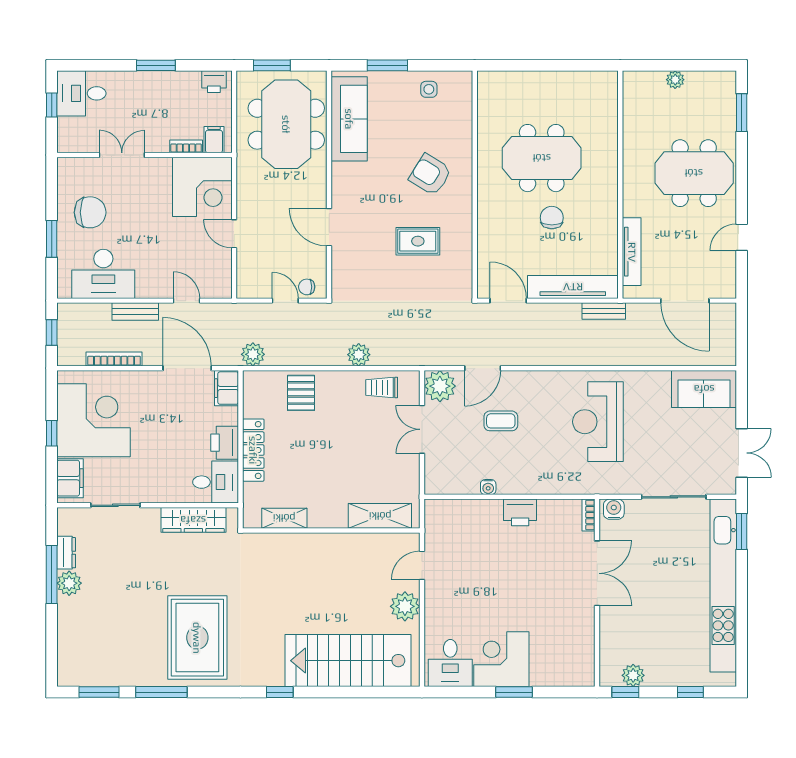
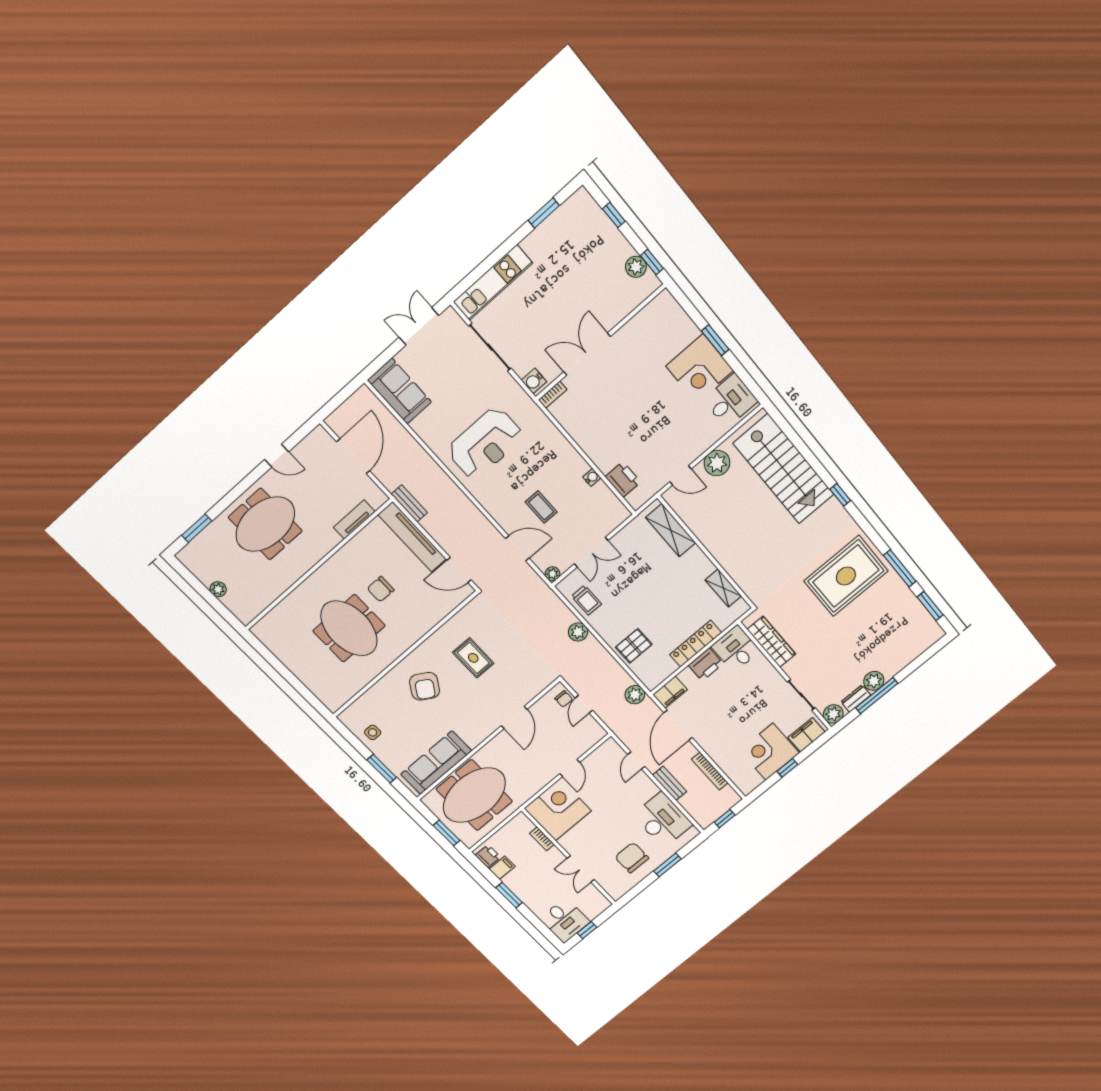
filing cabinet: (214, 140) -> (502, 868), moved, turned 180
meeting table: (694, 173) -> (265, 524), turned 90
tv unit: (632, 252) -> (354, 520), width x0.71
door: (508, 301) -> (459, 570), hinge flipped
plant: (440, 386) -> (552, 574), width x0.53, depth x0.53
corner desk: (94, 420) -> (769, 752), width x0.74, depth x0.74
printer: (520, 512) -> (623, 479), moved
plant: (69, 520) -> (833, 714), added
window: (742, 532) -> (544, 213), moved
kitchen unit: (723, 586) -> (493, 283), width x0.54

